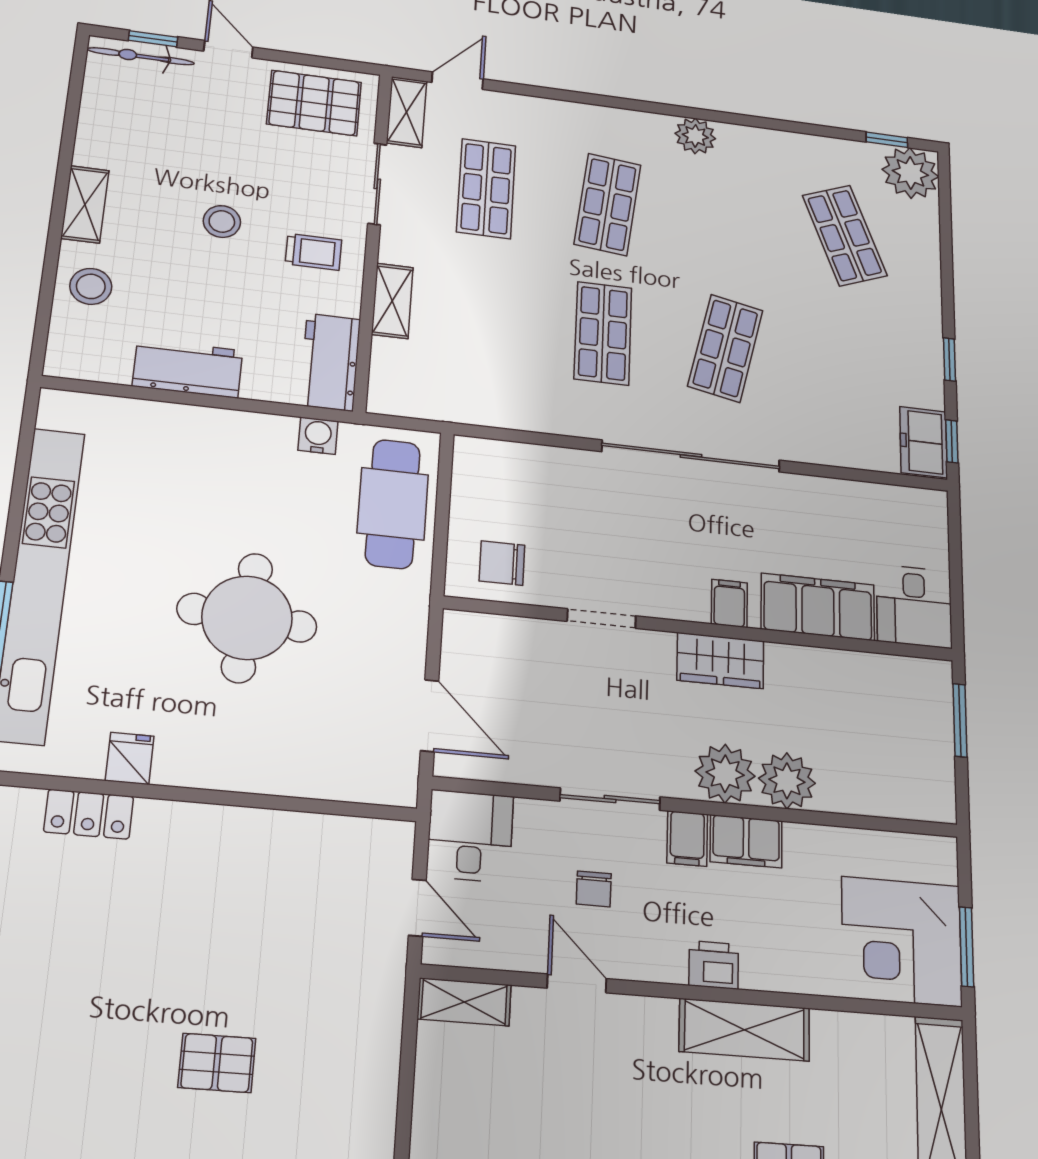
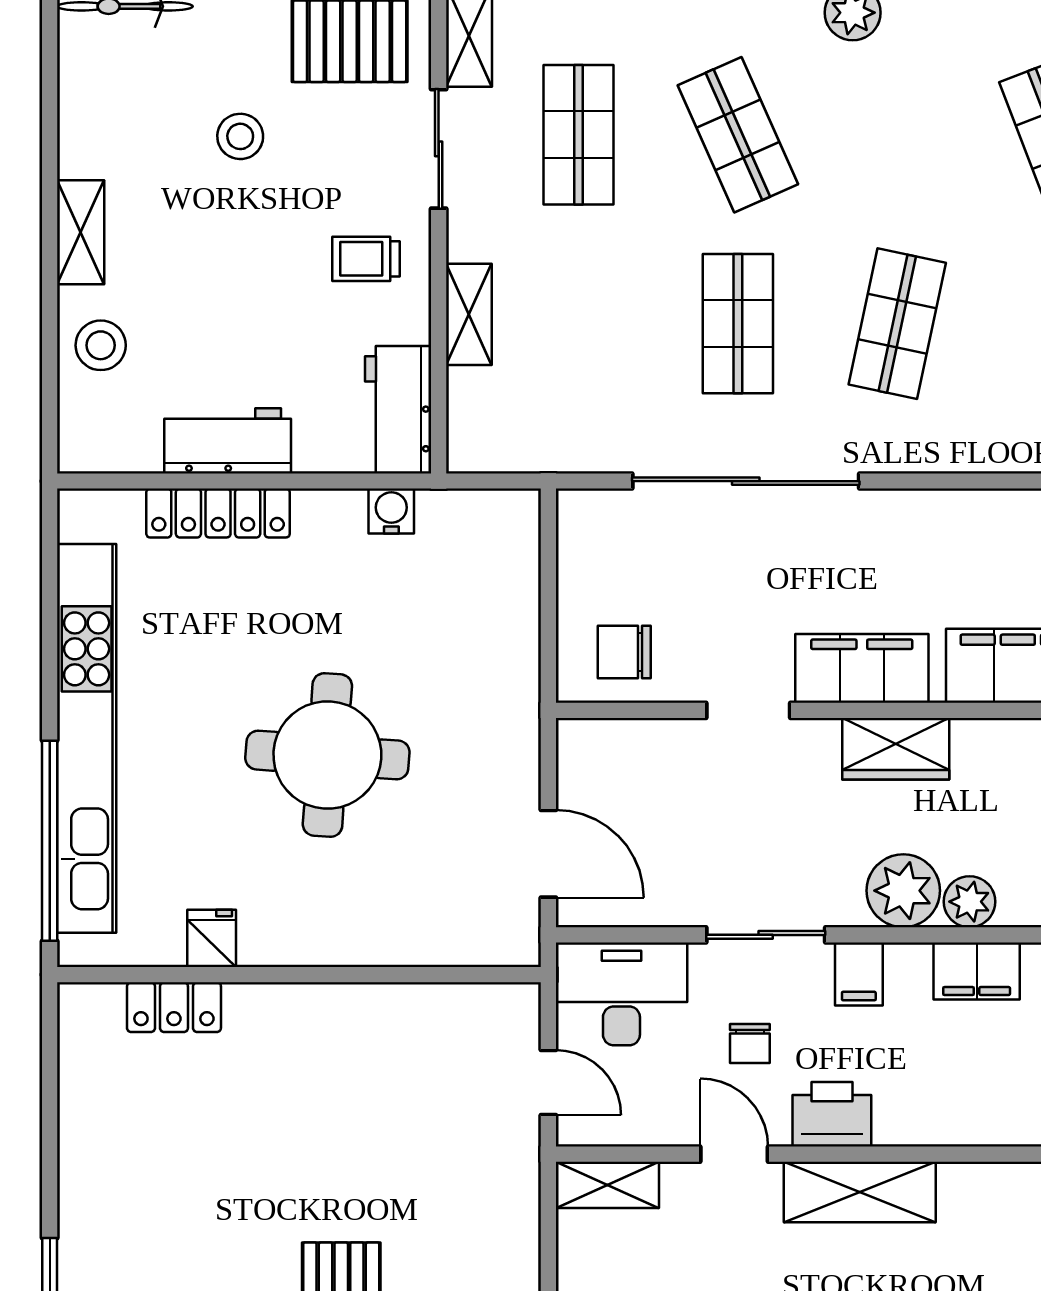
shop shelf: (608, 204) -> (738, 135), turned -30
stool: (222, 222) -> (240, 136), moved
trolley: (314, 252) -> (366, 259), turned 180
locker: (174, 421) -> (218, 513), added
sliding door: (691, 456) -> (746, 481), moved
cafe table: (393, 504) -> (488, 590), removed
filing cabinet: (729, 603) -> (862, 668), width x3.00, depth x1.17
plant: (787, 781) -> (970, 902), width x0.73, depth x0.73
desk: (470, 836) -> (621, 994), width x1.37
filing cabinet: (746, 841) -> (977, 971), moved
printer: (714, 965) -> (832, 1114), moved, width x1.36, depth x1.24
shelving: (744, 1030) -> (860, 1192), moved

